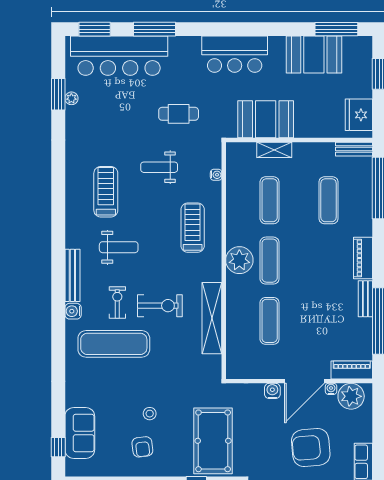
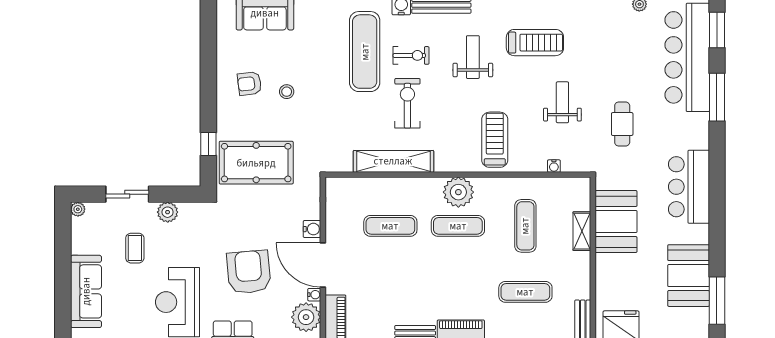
exercise mat: (270, 200) -> (525, 226), turned 90
treadmill: (193, 228) -> (495, 140), turned -90
weight bench: (119, 247) -> (473, 57), turned 180
exercise bike: (160, 306) -> (407, 103), turned 180

